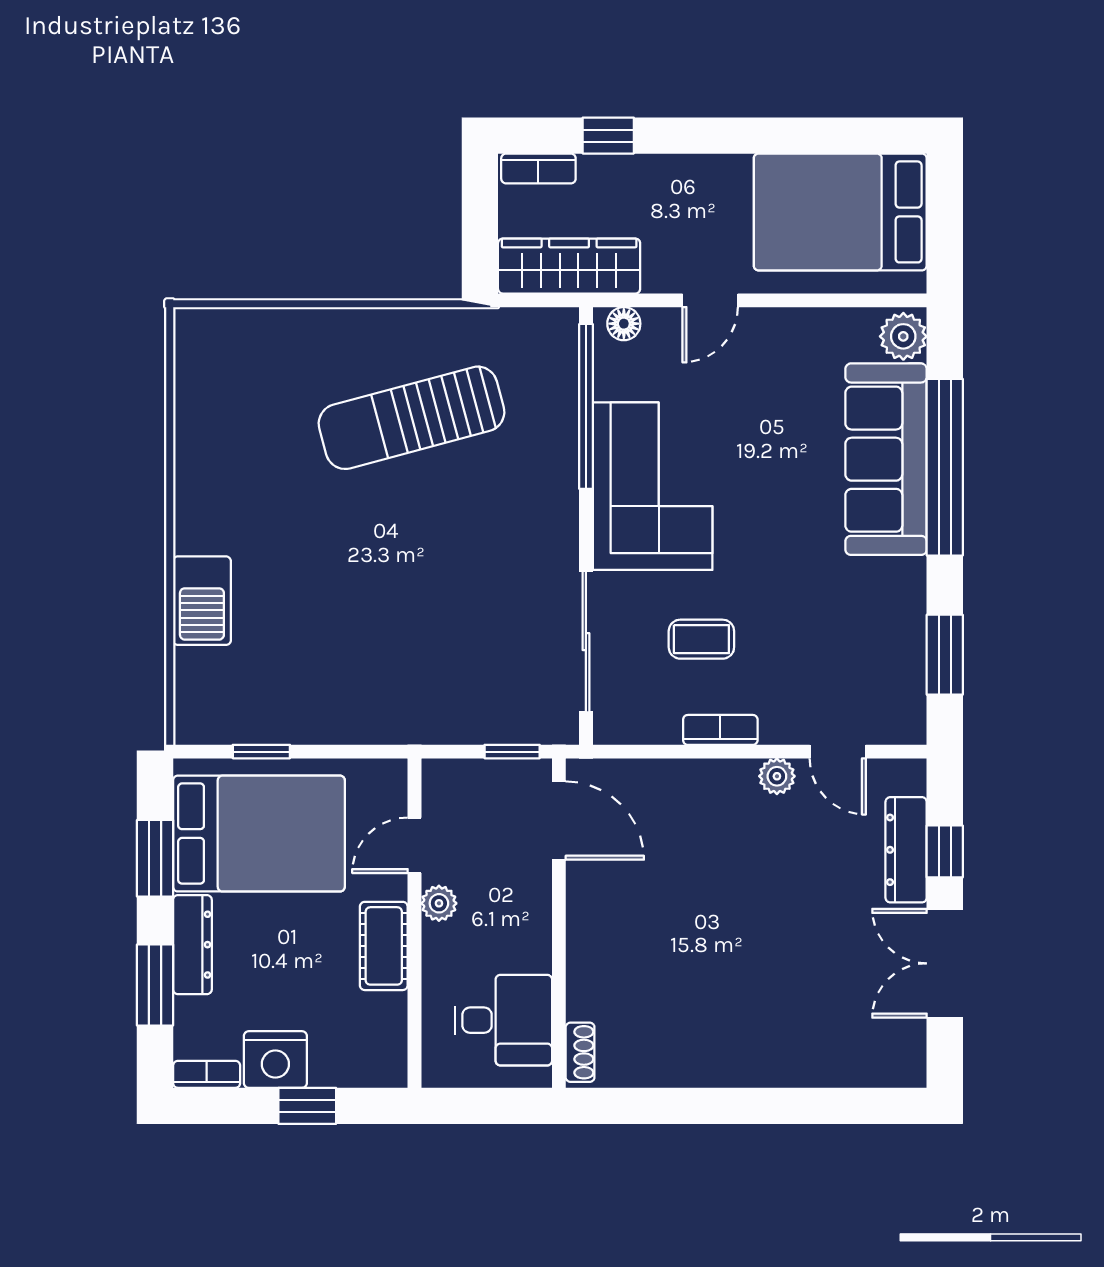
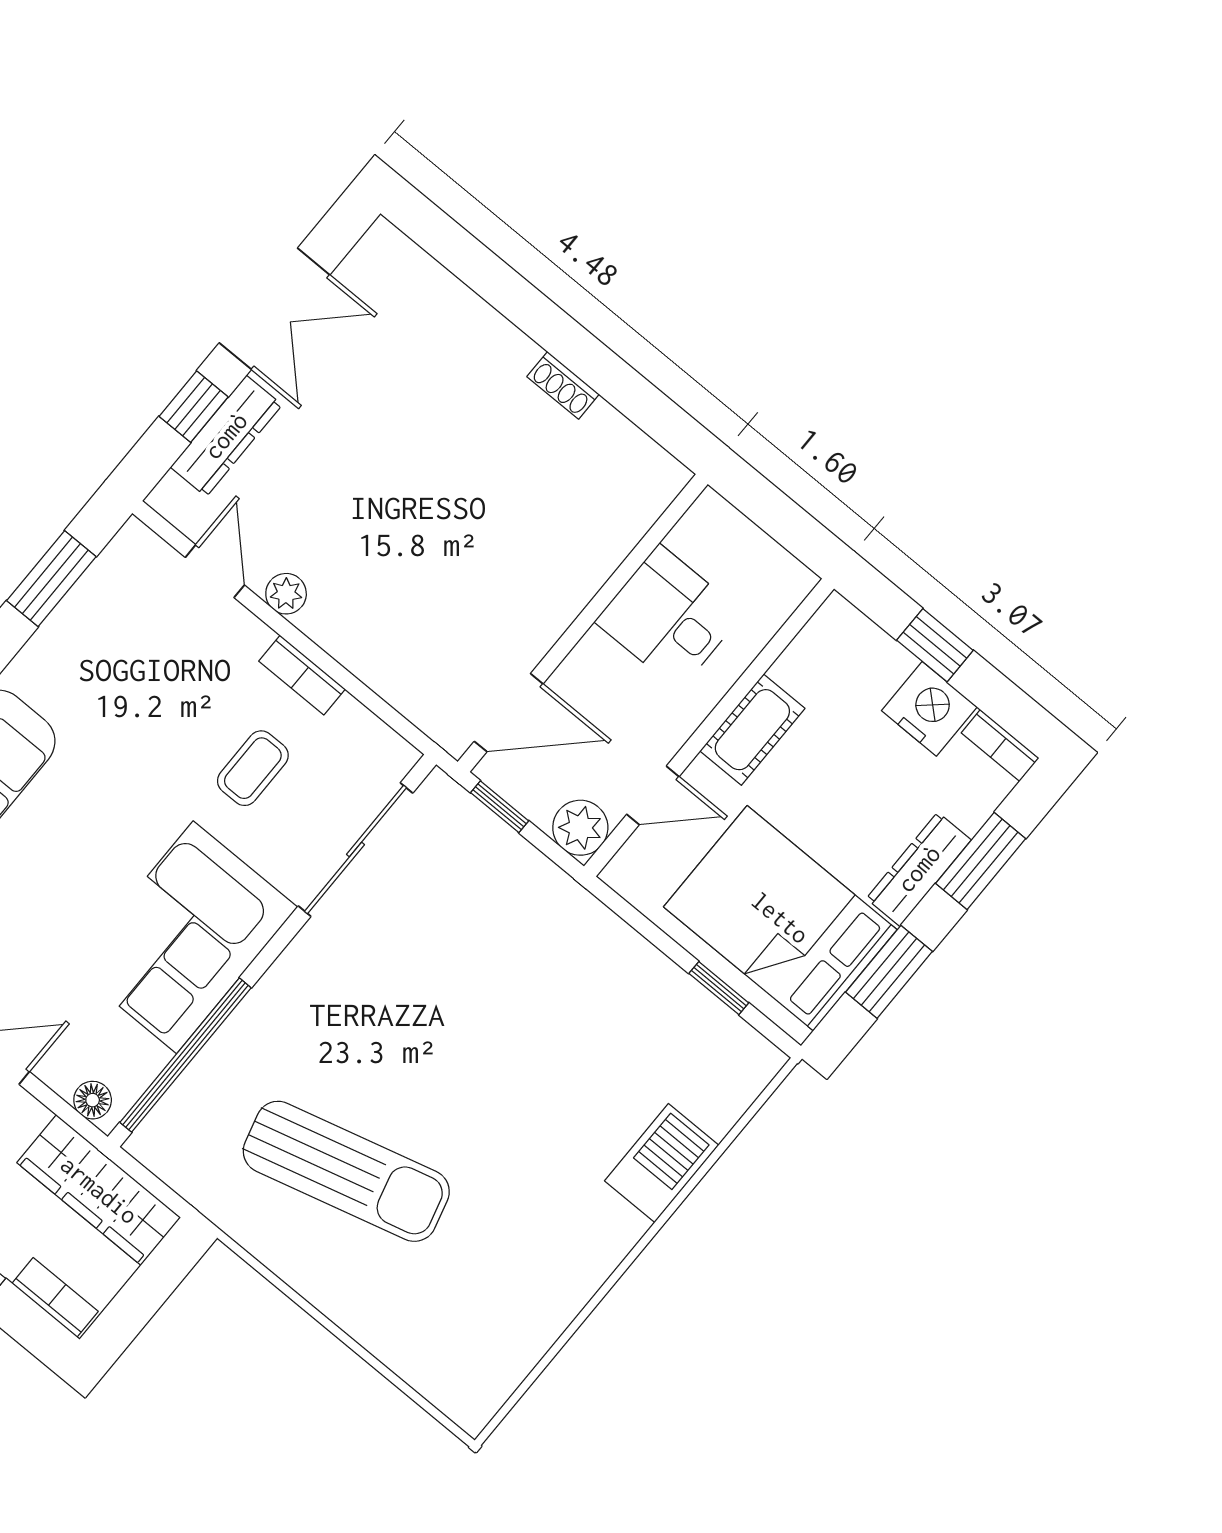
coffee table: (701, 639) -> (253, 768), turned 90
door: (559, 821) -> (509, 713), swing flipped
plant: (439, 903) -> (580, 828), moved, width x1.38, depth x1.38
desk: (503, 1020) -> (669, 618), moved
shoe rack: (580, 1052) -> (563, 385), moved, turned -90

